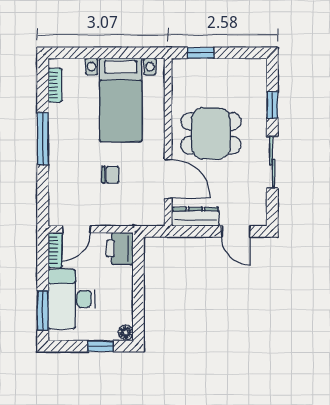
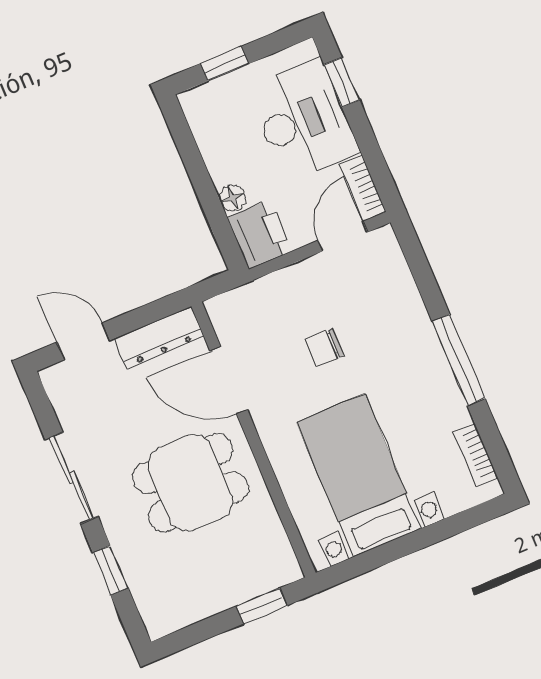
window: (43, 310) -> (342, 82), width x0.67
floor lamp: (126, 332) -> (233, 198), moved

